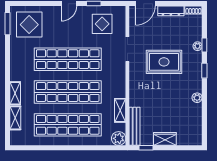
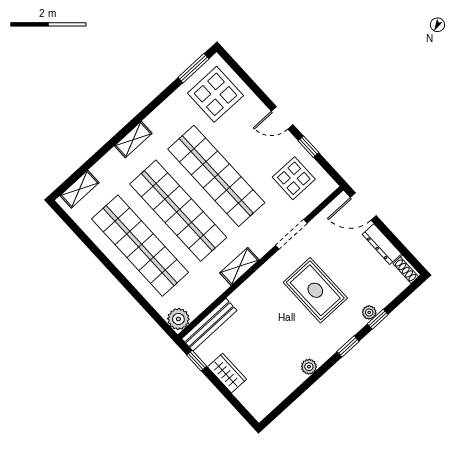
shelving: (15, 93) -> (133, 140), moved
shelving: (120, 110) -> (239, 266), moved
shelving: (15, 118) -> (80, 189), moved

